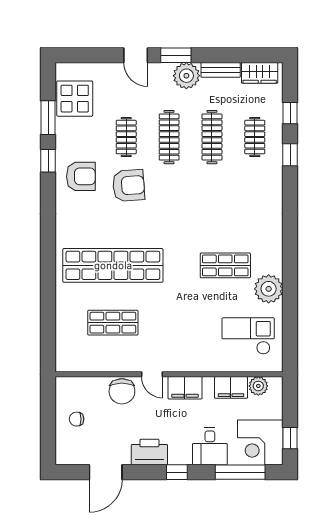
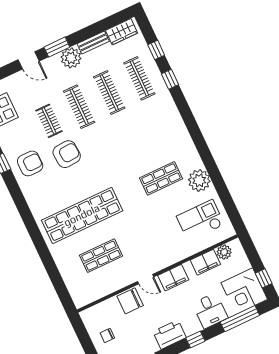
clothes rail: (255, 137) -> (139, 78), width x1.36
chair: (122, 391) -> (130, 301), turned 90

